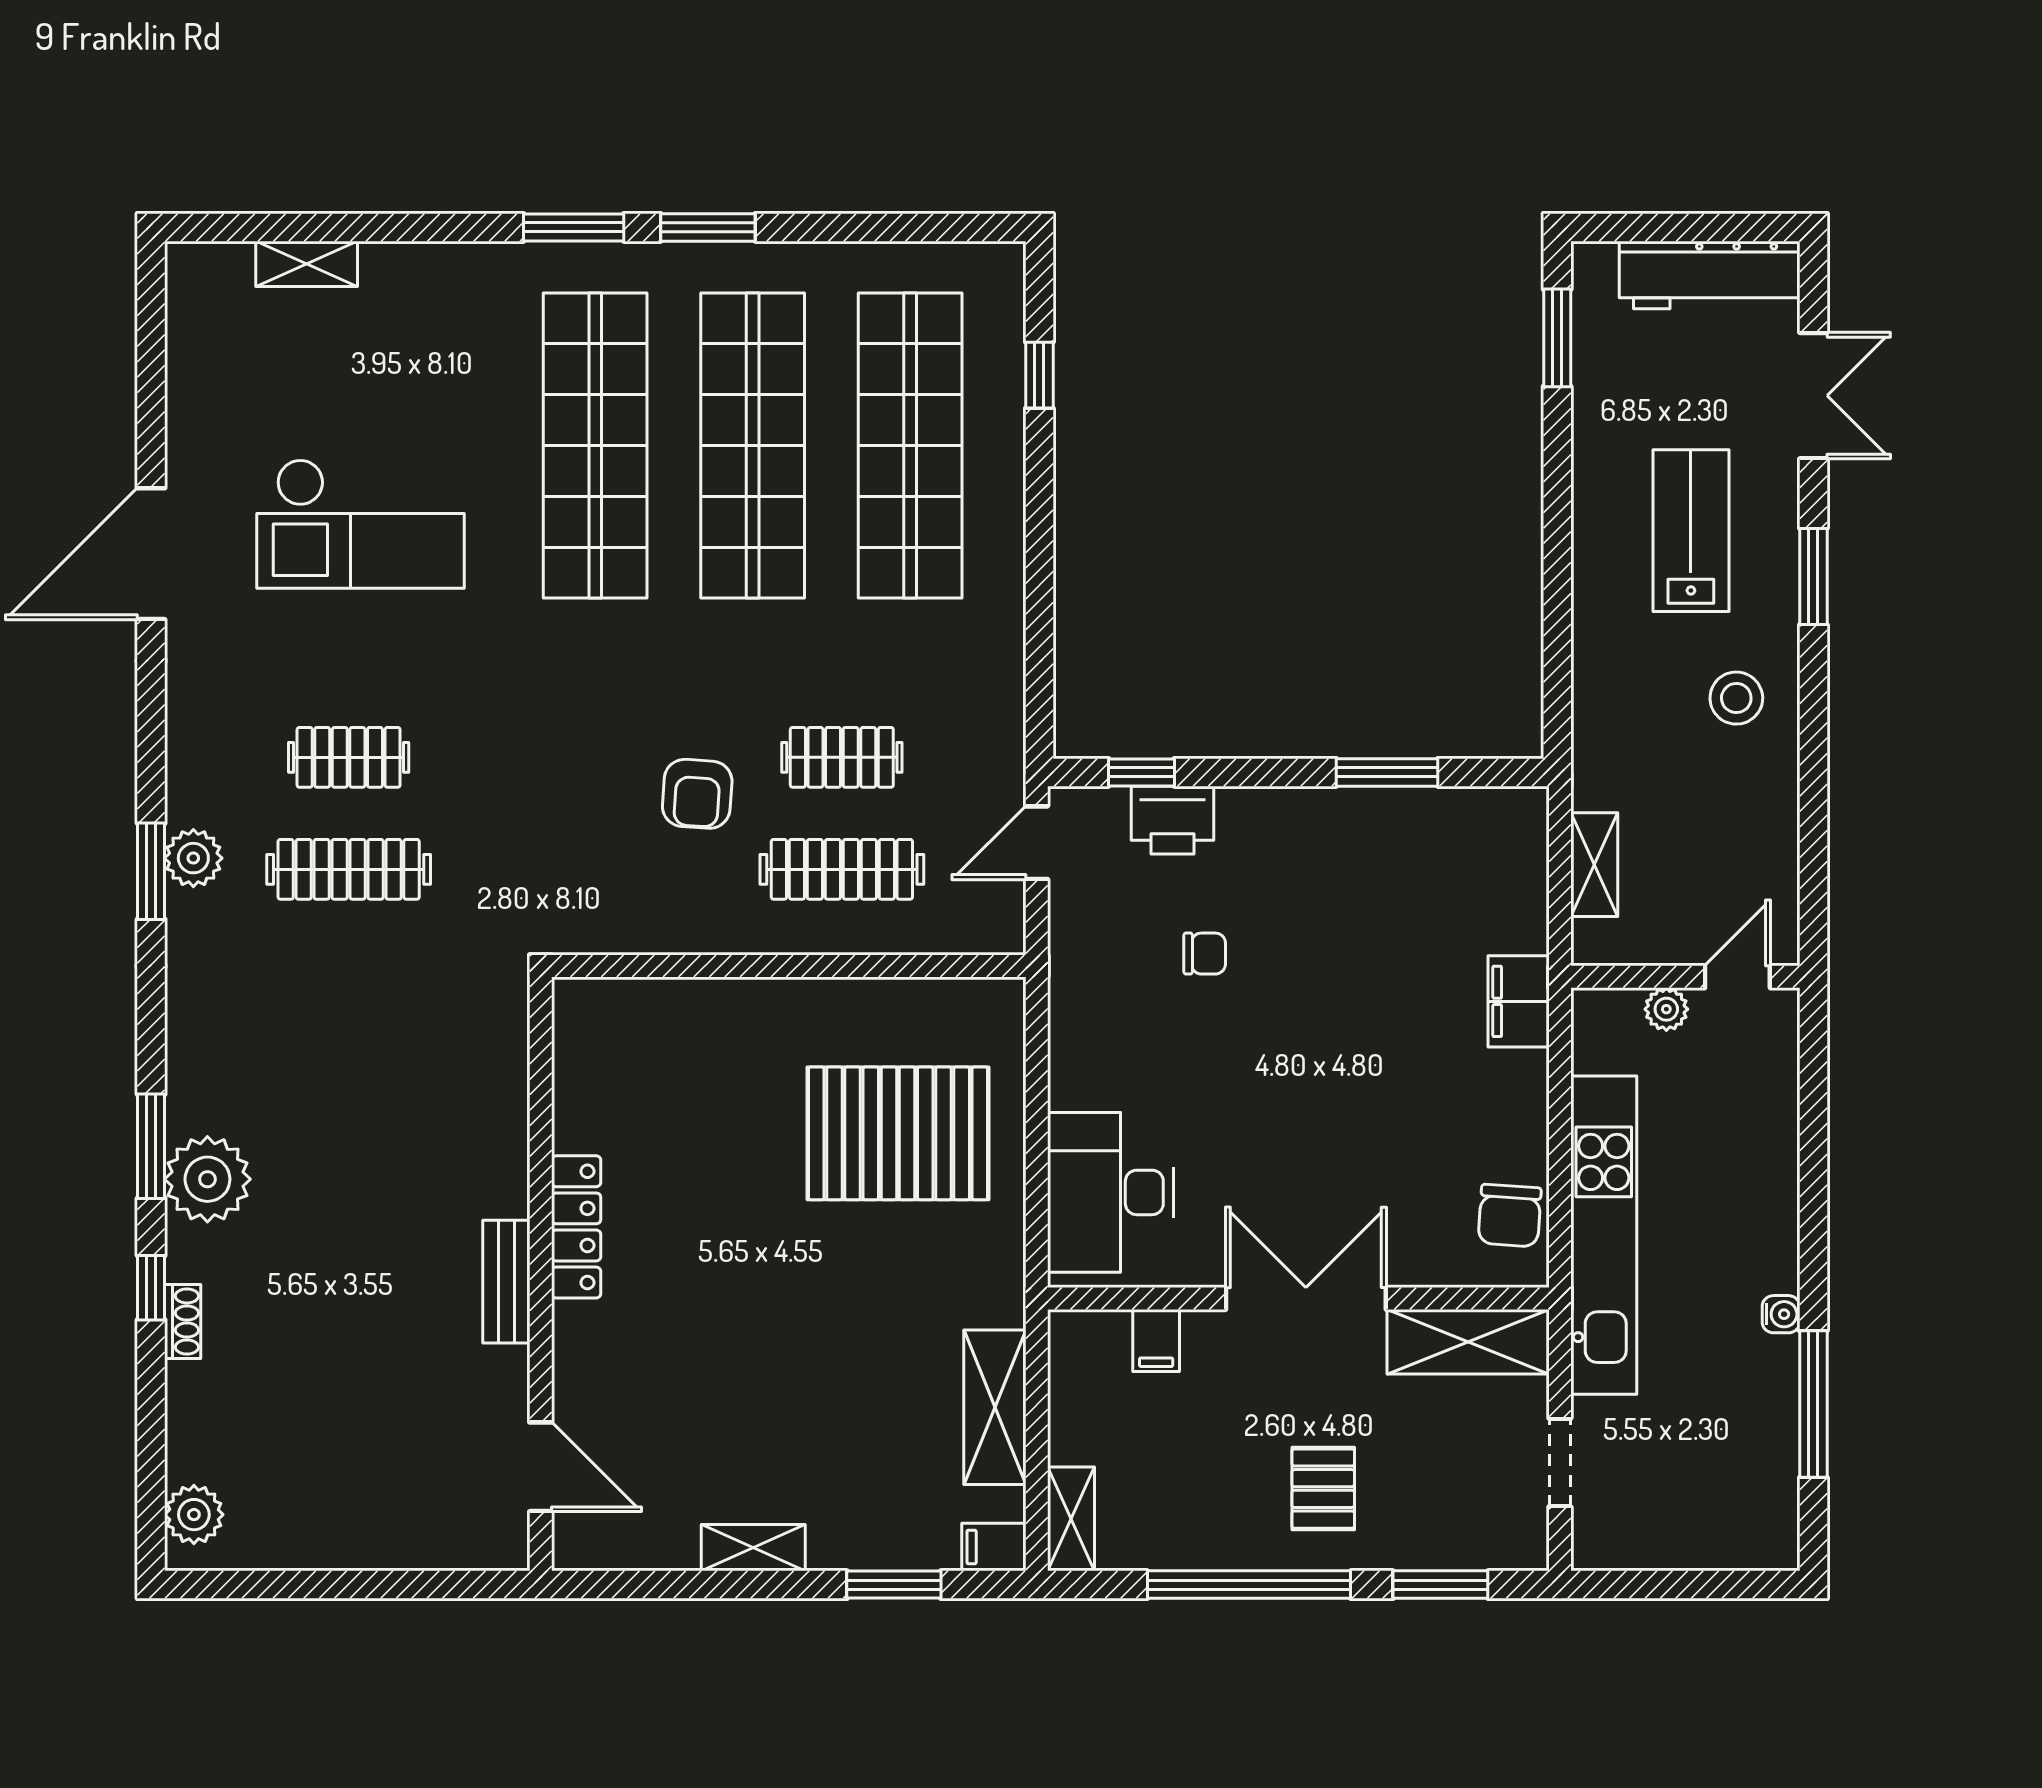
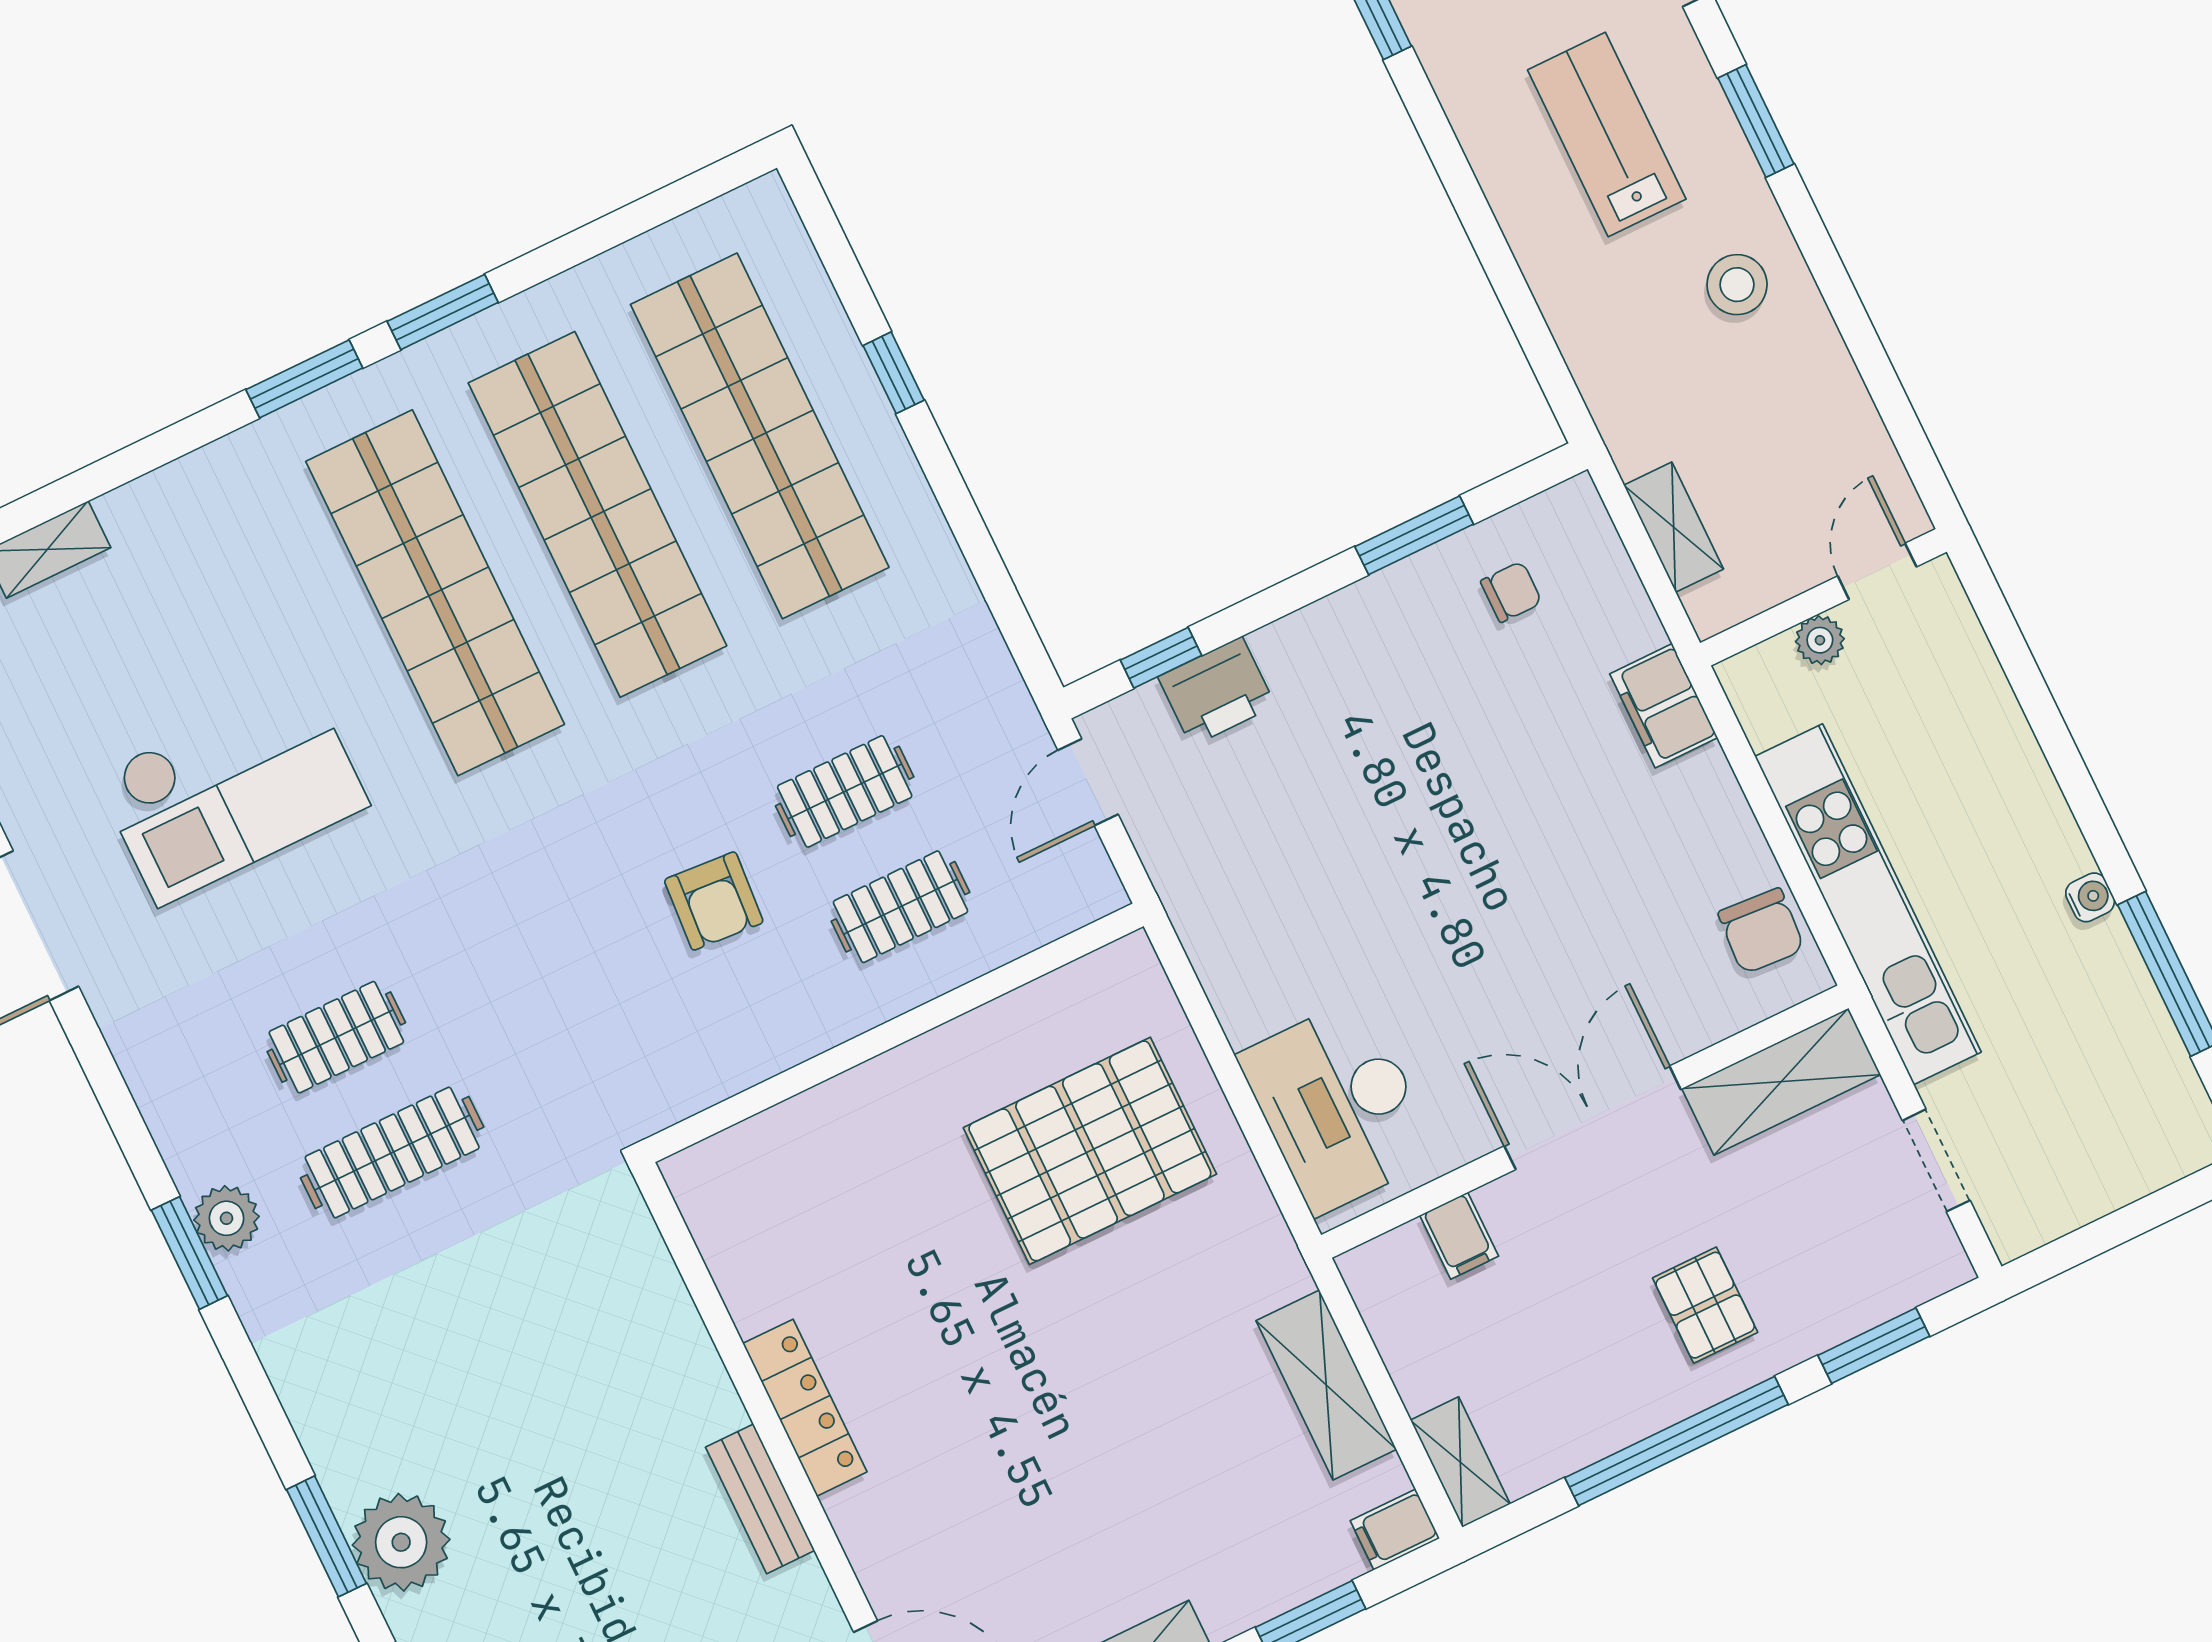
window: (1039, 375) -> (894, 373), moved
clothes rail: (842, 869) -> (901, 907), width x0.73
chair: (1205, 954) -> (1511, 592), moved

